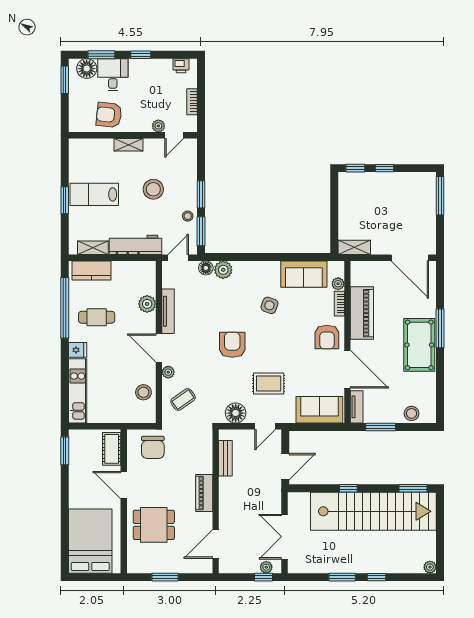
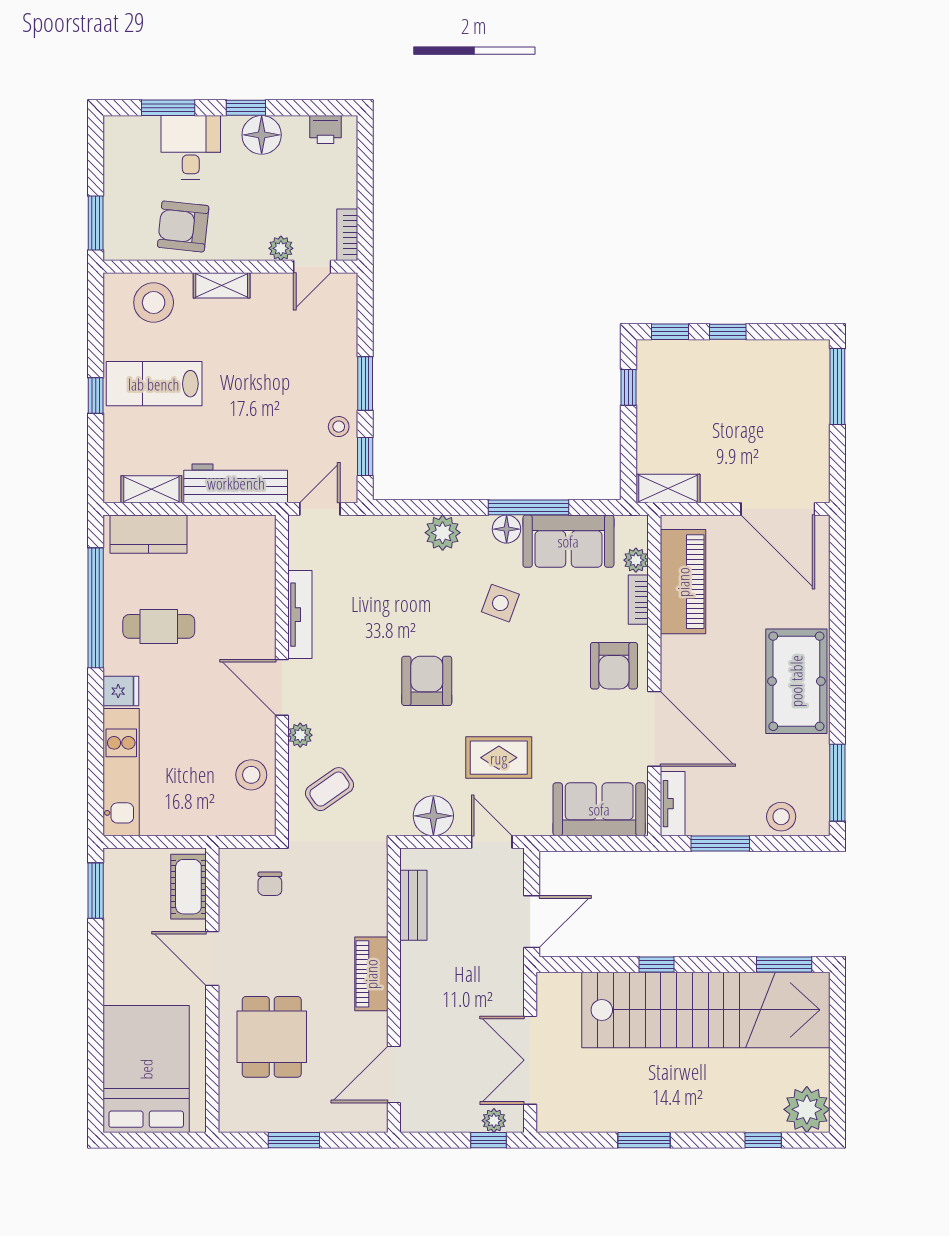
floor lamp: (87, 69) -> (262, 135), moved
window: (65, 80) -> (96, 223), moved
bookcase: (192, 102) -> (347, 235), moved
stool: (153, 189) -> (154, 303), moved
window: (334, 196) -> (629, 387), added
window: (65, 200) -> (96, 396), width x0.67
window: (201, 231) -> (365, 457), width x0.67
window: (284, 257) -> (529, 507), added
floor lamp: (206, 268) -> (507, 529), moved
plant: (223, 270) -> (443, 533), moved
plant: (147, 304) -> (259, 600), removed
piano: (362, 313) -> (683, 582), moved
window: (440, 328) -> (837, 783), moved
door: (265, 426) -> (492, 842), swing flipped
chair: (153, 447) -> (270, 884), width x0.54, depth x0.54
dining table: (154, 525) -> (272, 1037), turned 90
plant: (430, 567) -> (807, 1109), width x1.88, depth x1.88
window: (376, 577) -> (763, 1140), moved

